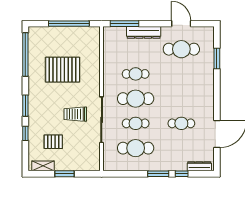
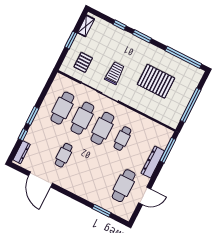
pallet: (63, 70) -> (156, 81), turned 90
cafe table: (136, 123) -> (82, 118), width x1.37, depth x1.35
pallet: (53, 142) -> (83, 62), moved

